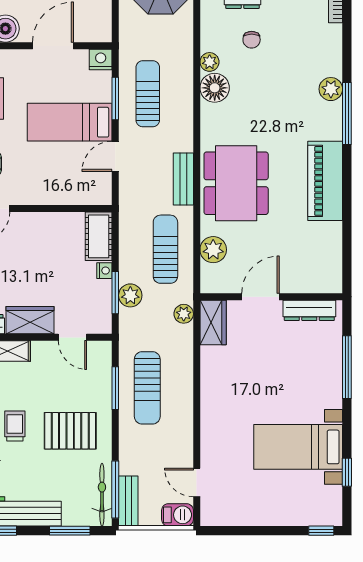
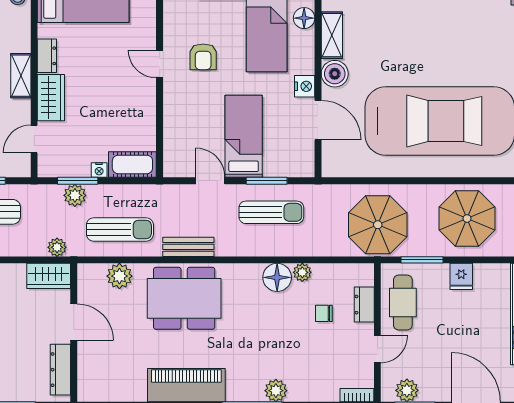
nightstand: (101, 60) -> (305, 86), moved

